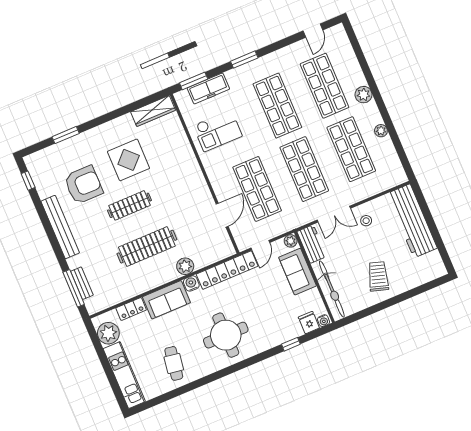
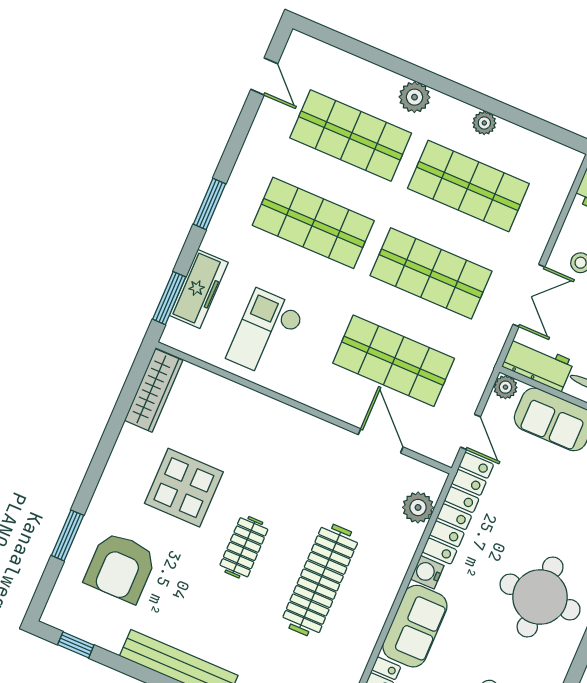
checkout: (218, 131) -> (266, 334), turned 180
armchair: (83, 185) -> (121, 567), moved, turned 180
clothes rail: (130, 205) -> (244, 547), width x0.73
plant: (185, 266) -> (418, 507), moved

